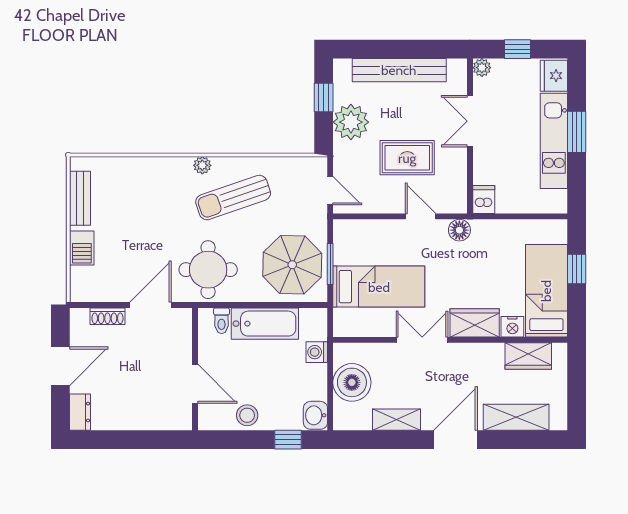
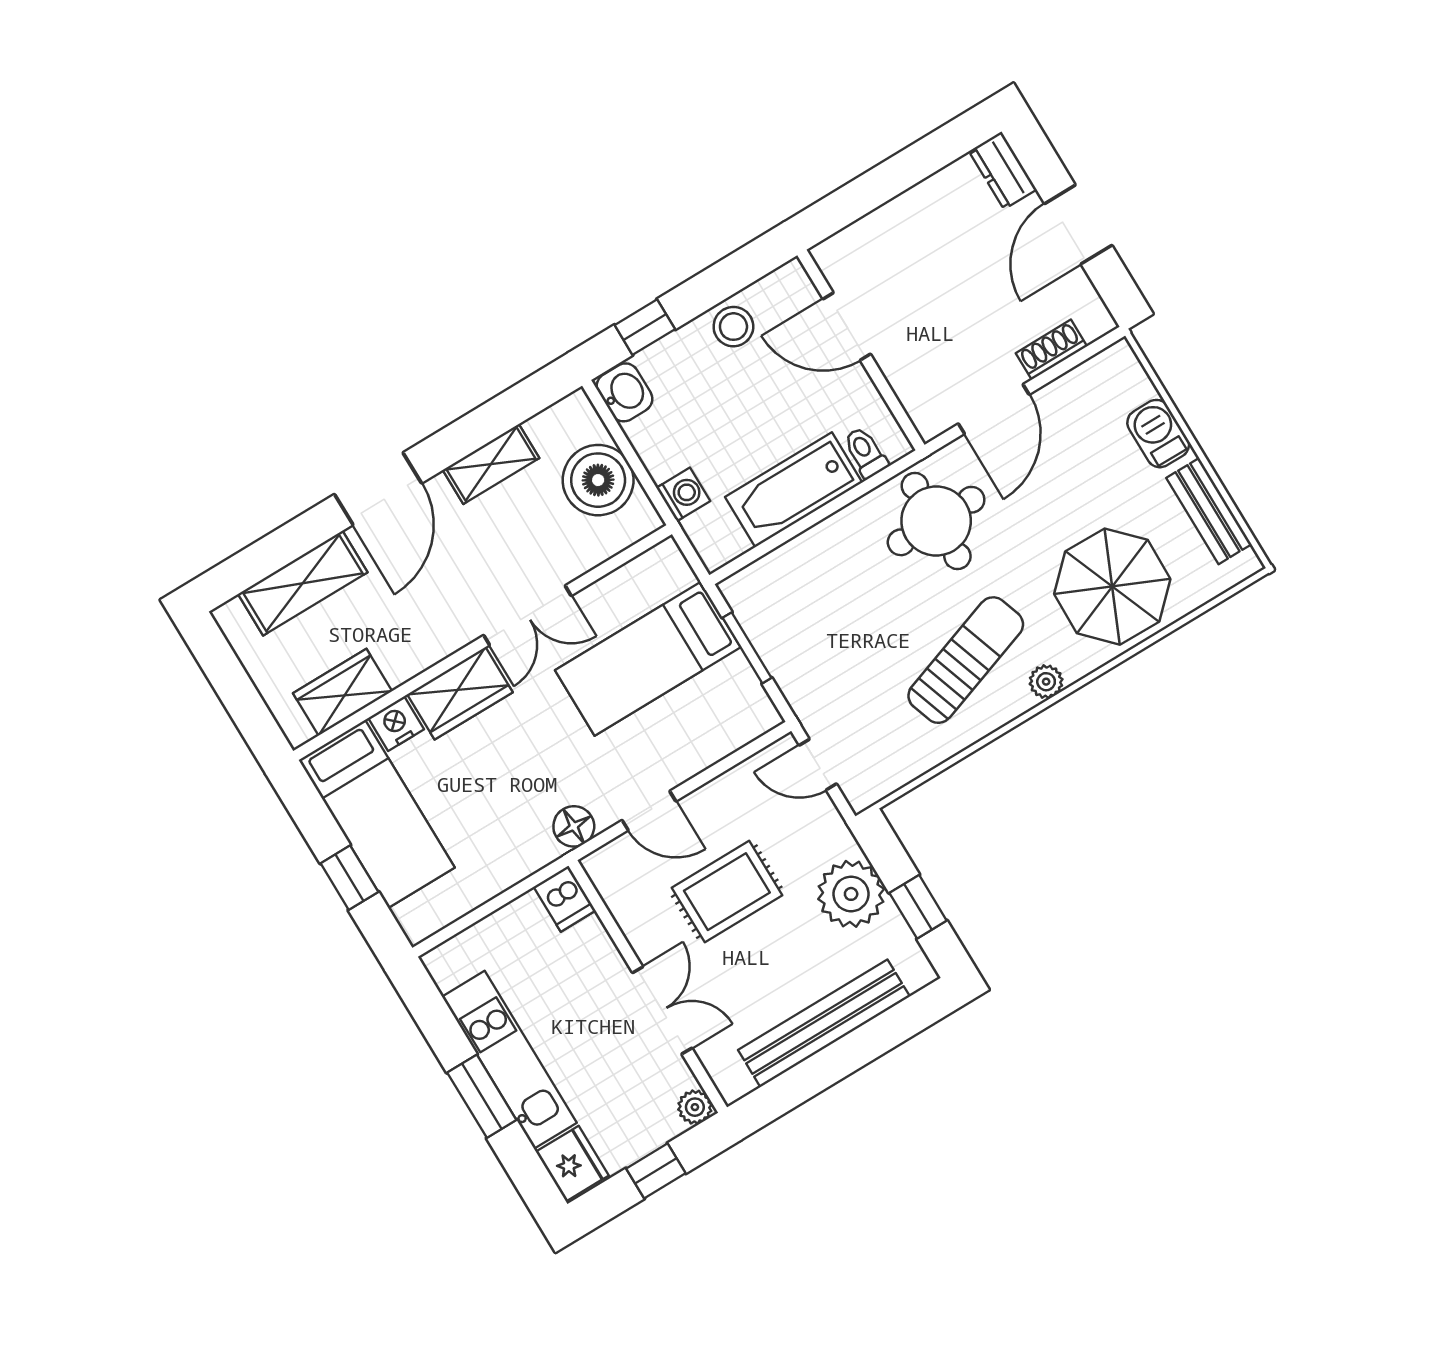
parasol: (292, 265) -> (1112, 587), moved

